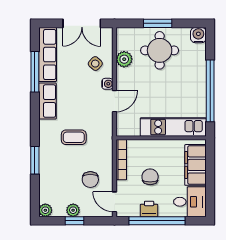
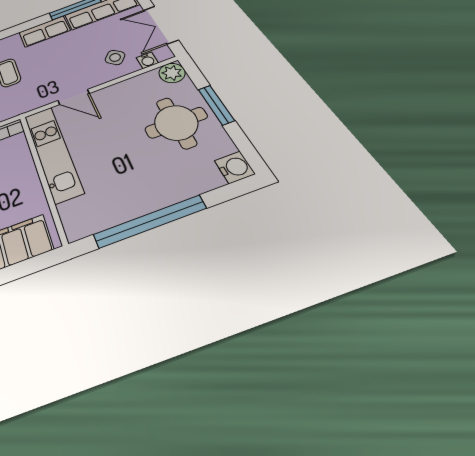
plant: (124, 59) -> (172, 73), moved
water cooler: (107, 84) -> (147, 60), moved
kitchen unit: (173, 127) -> (53, 153), moved

